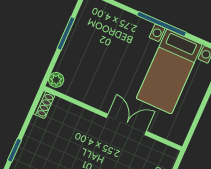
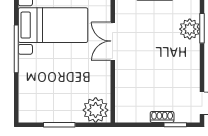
plant: (56, 80) -> (96, 110), width x1.87, depth x1.87
shoe rack: (44, 105) -> (162, 117), moved

